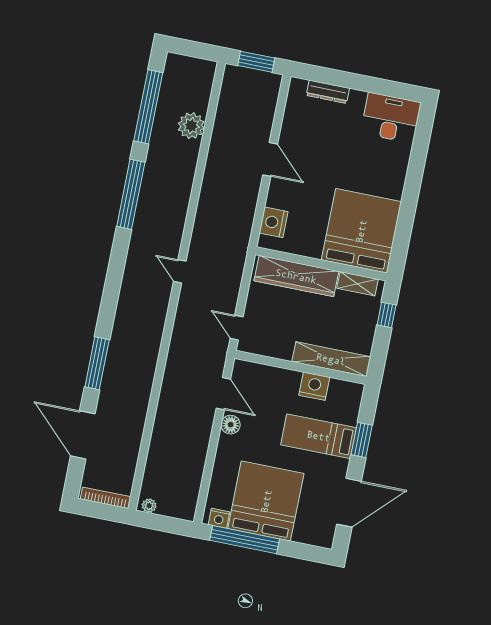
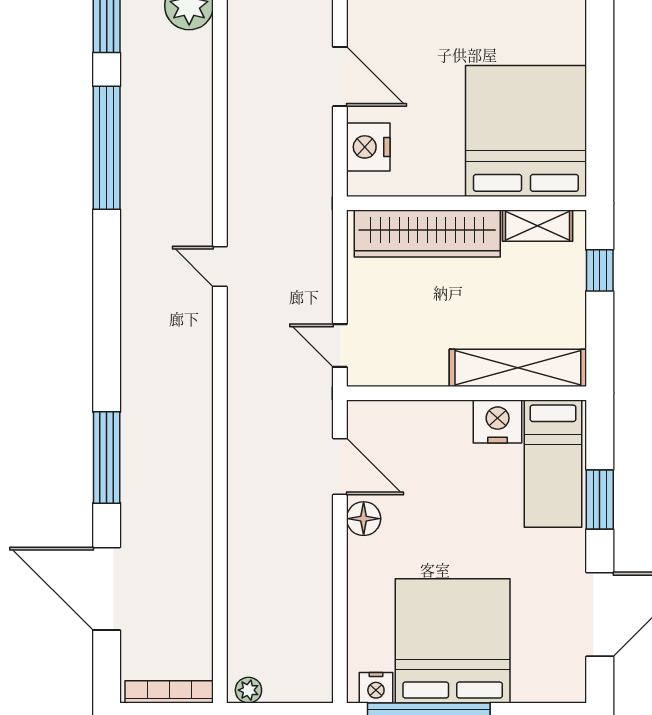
door: (270, 159) -> (340, 77), moved
bed: (319, 436) -> (553, 464), moved, turned -90

